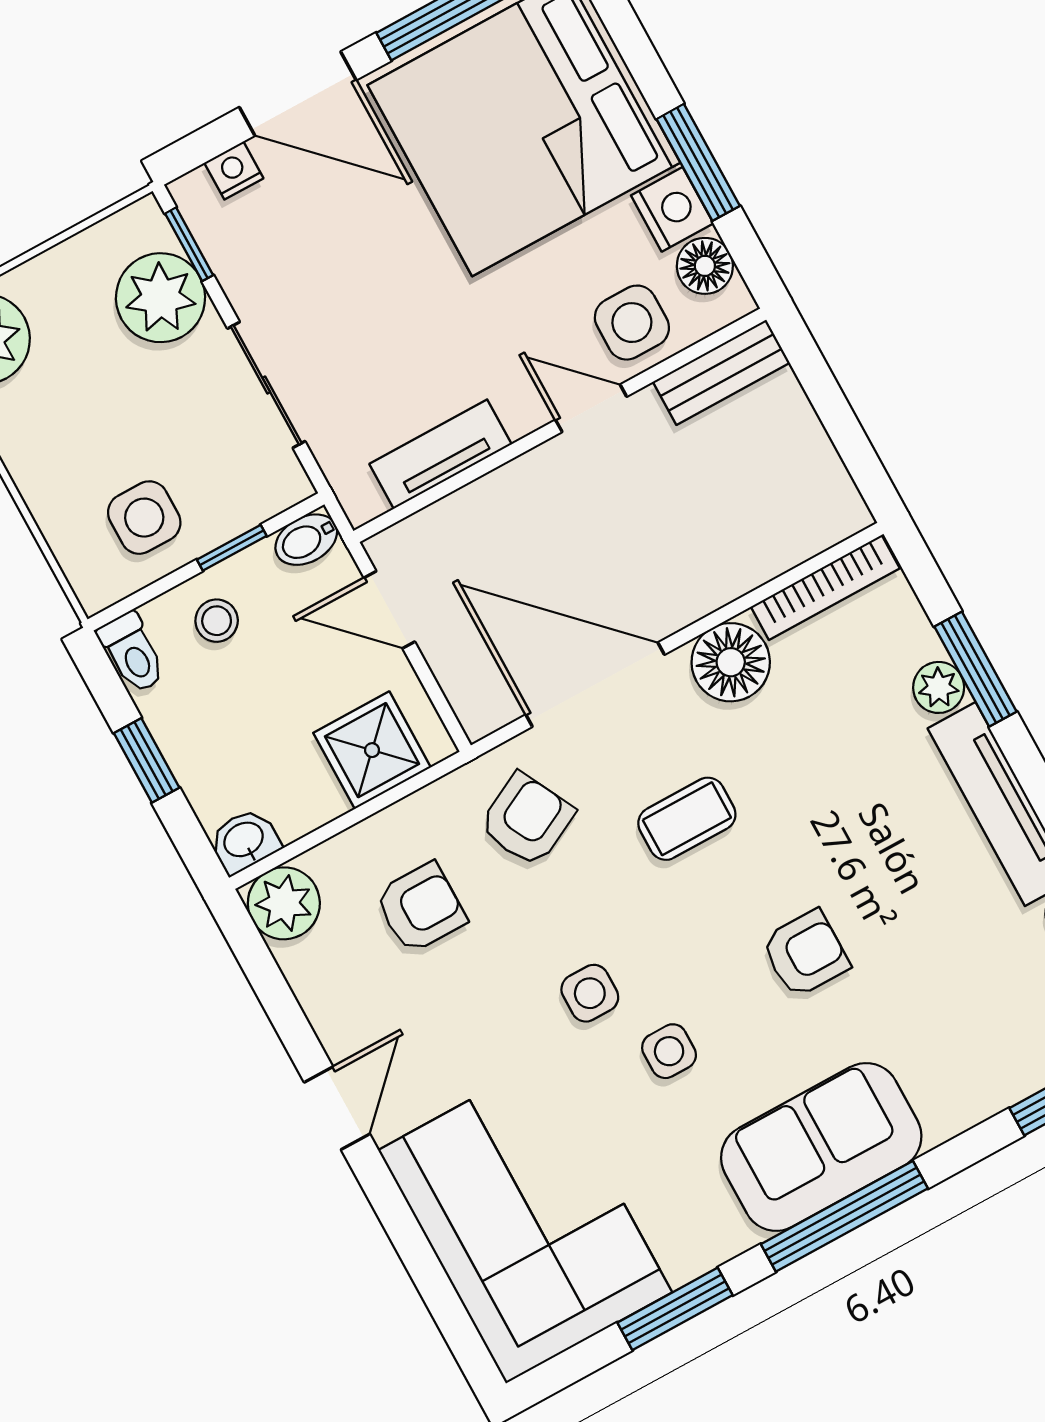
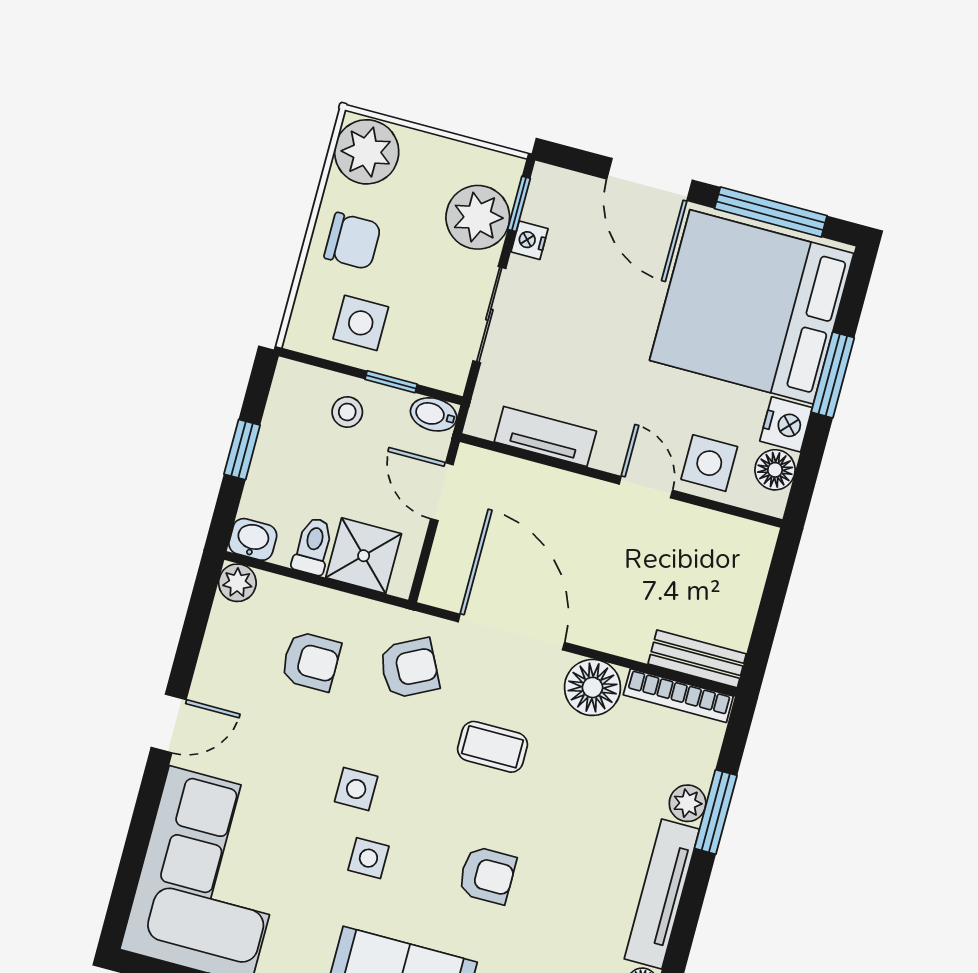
window: (698, 162) -> (833, 375), moved
nightstand: (234, 171) -> (530, 240), moved, turned -90
bench: (721, 372) -> (697, 659), moved
chair: (57, 443) -> (353, 241), added
toilet: (132, 653) -> (313, 546), moved, turned 180
plant: (284, 903) -> (237, 583), width x0.73, depth x0.73

